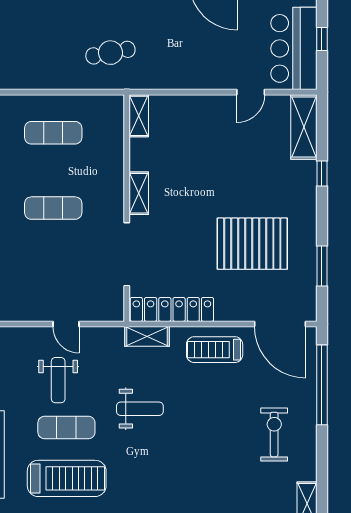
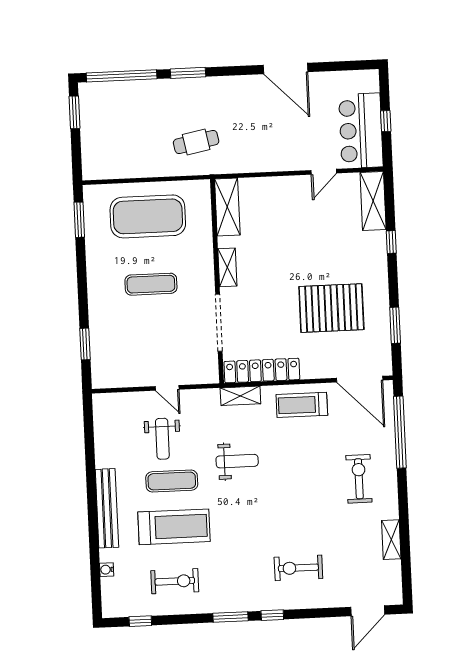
shelving: (139, 116) -> (227, 207), width x1.50, depth x1.33
exercise mat: (53, 133) -> (148, 216), width x2.00, depth x1.45

